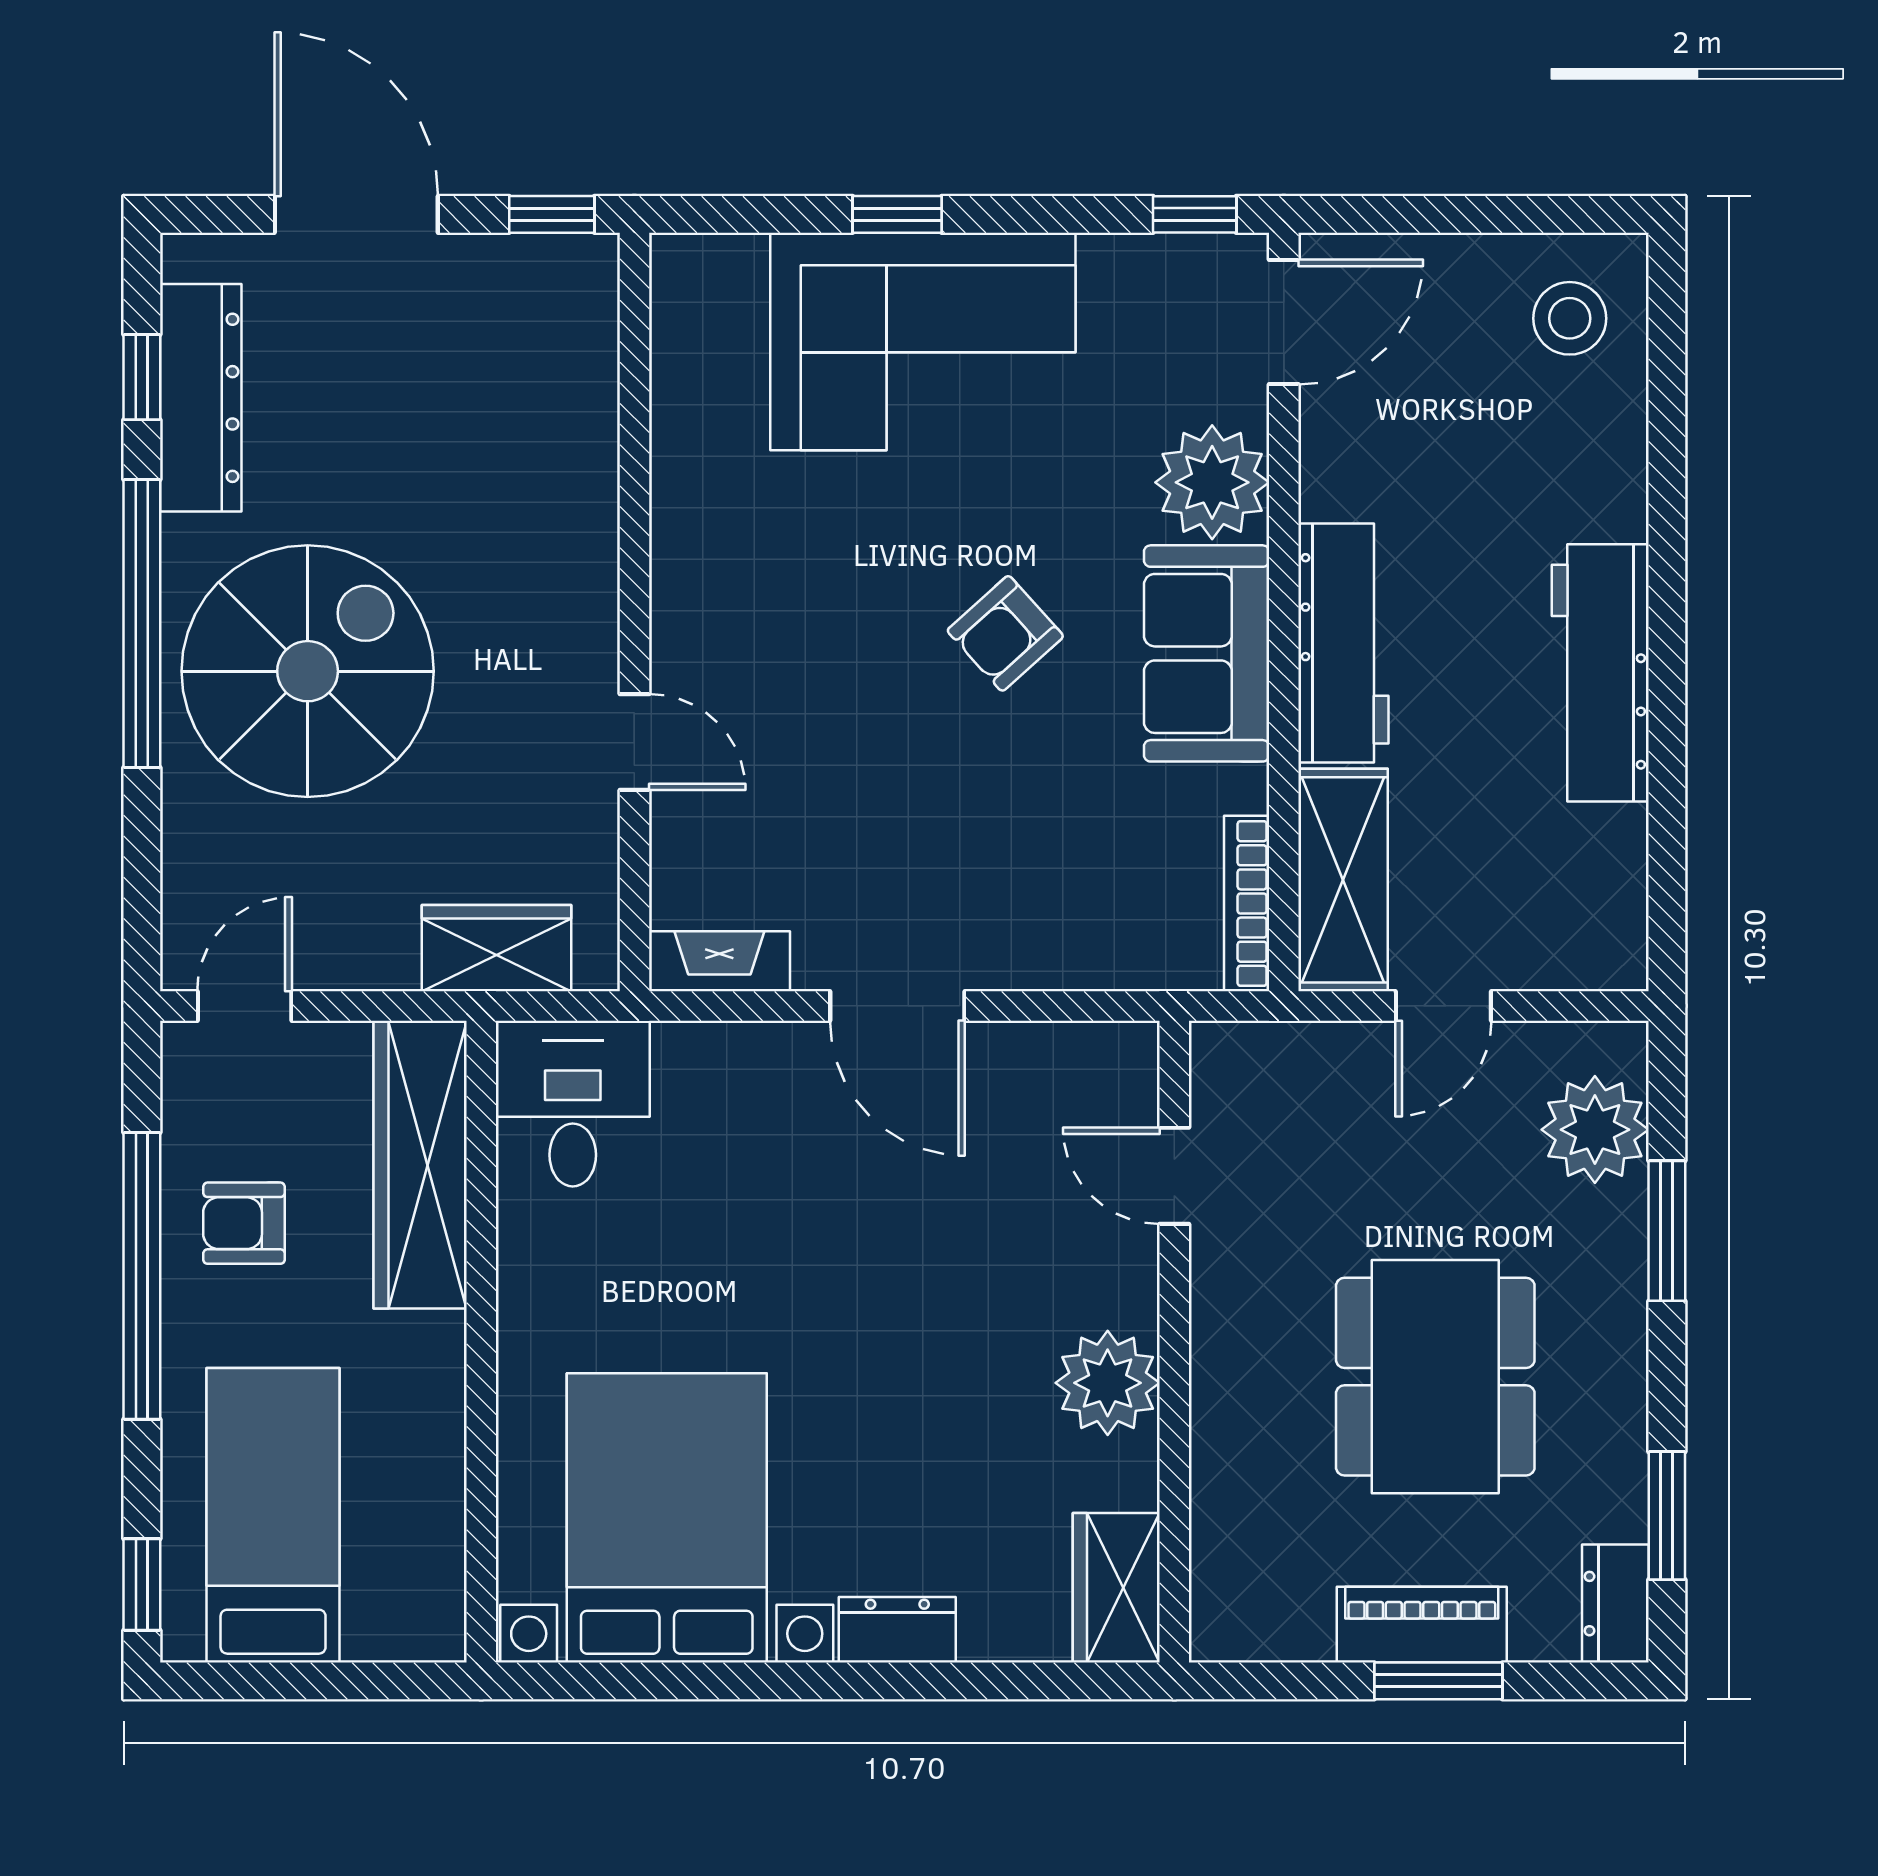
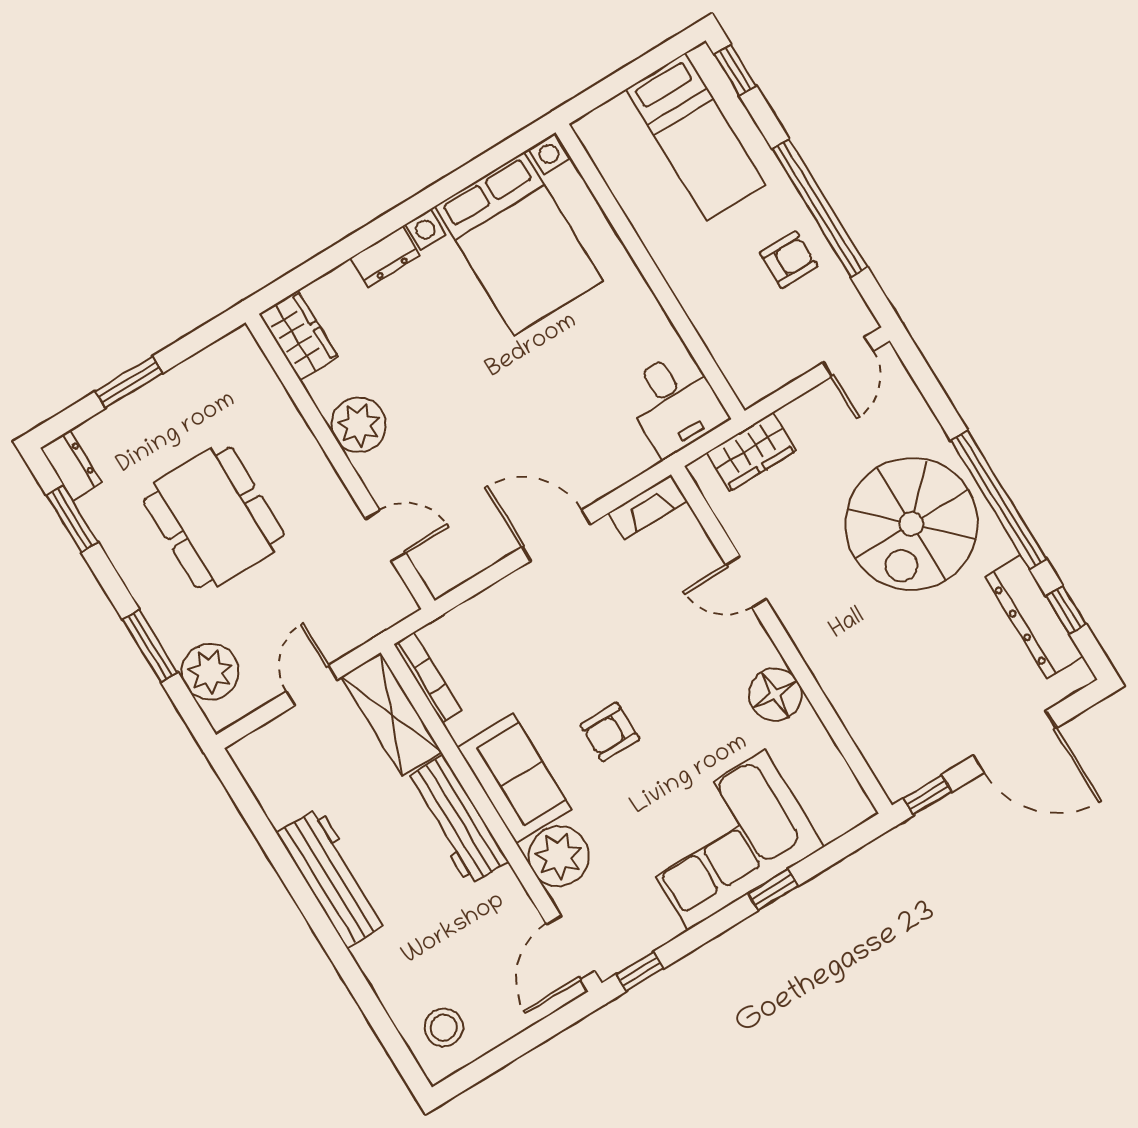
floor lamp: (699, 529) -> (775, 695), added
armchair: (1005, 633) -> (610, 732), turned -138
wardrobe: (420, 1165) -> (726, 334), removed
piano: (1422, 1625) -> (152, 403), removed

